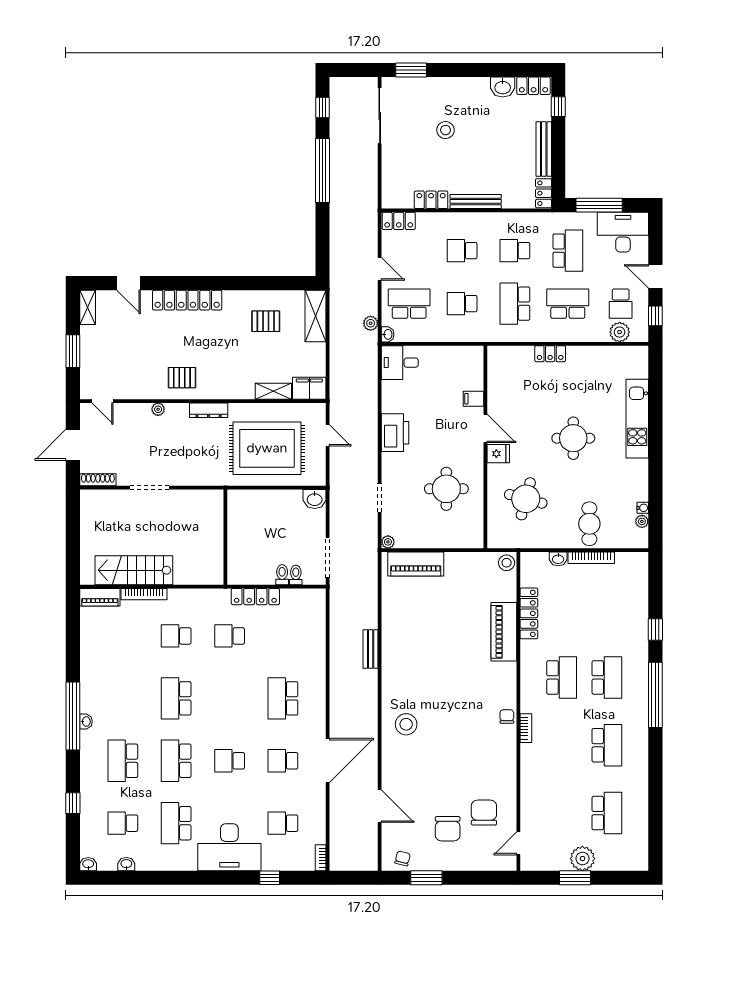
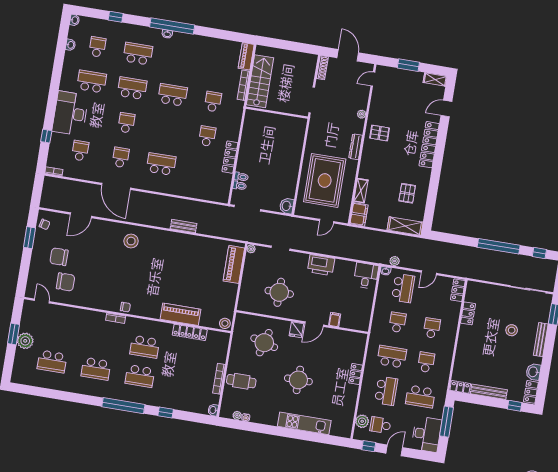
bench: (476, 201) -> (541, 340), moved
pallet: (182, 378) -> (380, 133), turned 90
wall: (225, 537) -> (277, 113), moved
washbasin: (558, 559) -> (213, 410), moved

